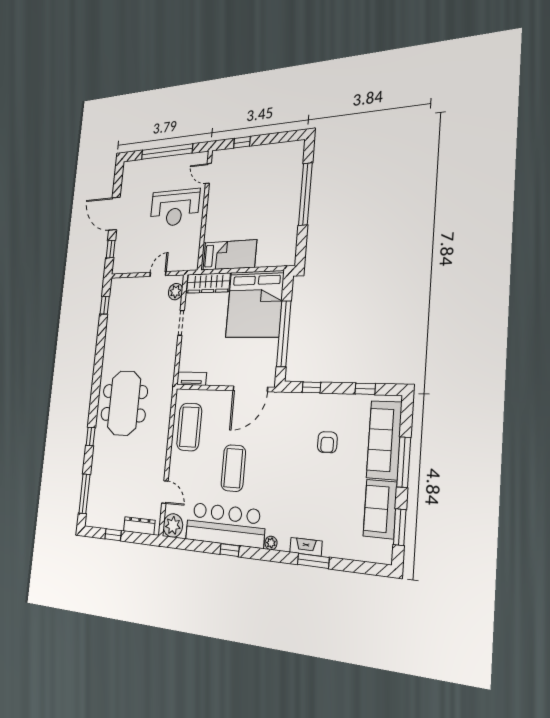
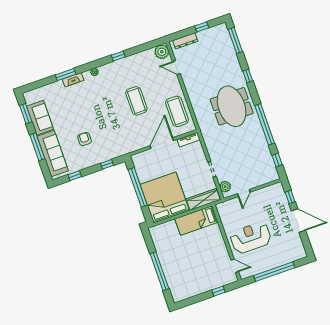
window: (99, 360) -> (265, 124), added
door: (250, 389) -> (162, 143), moved
bar counter: (225, 525) -> (127, 68), removed

